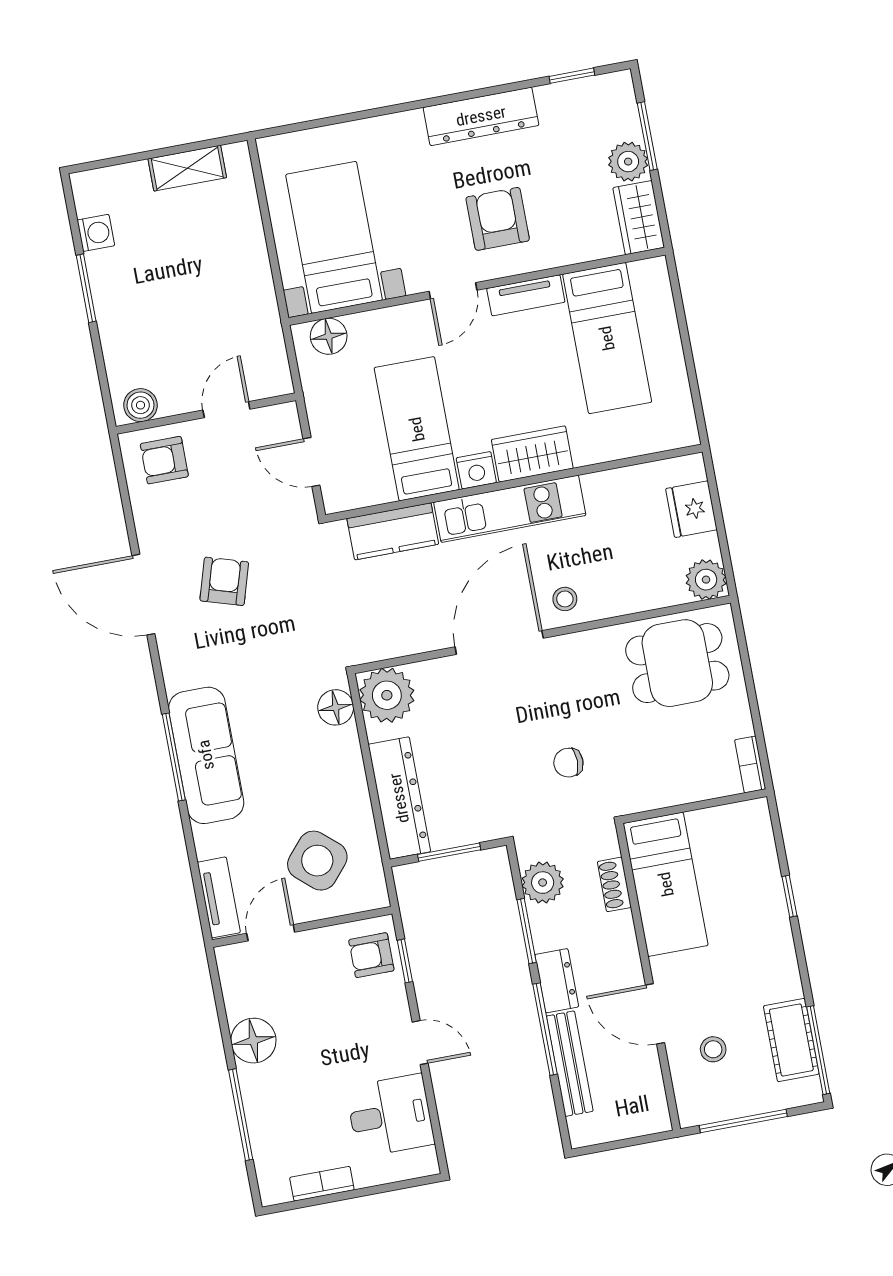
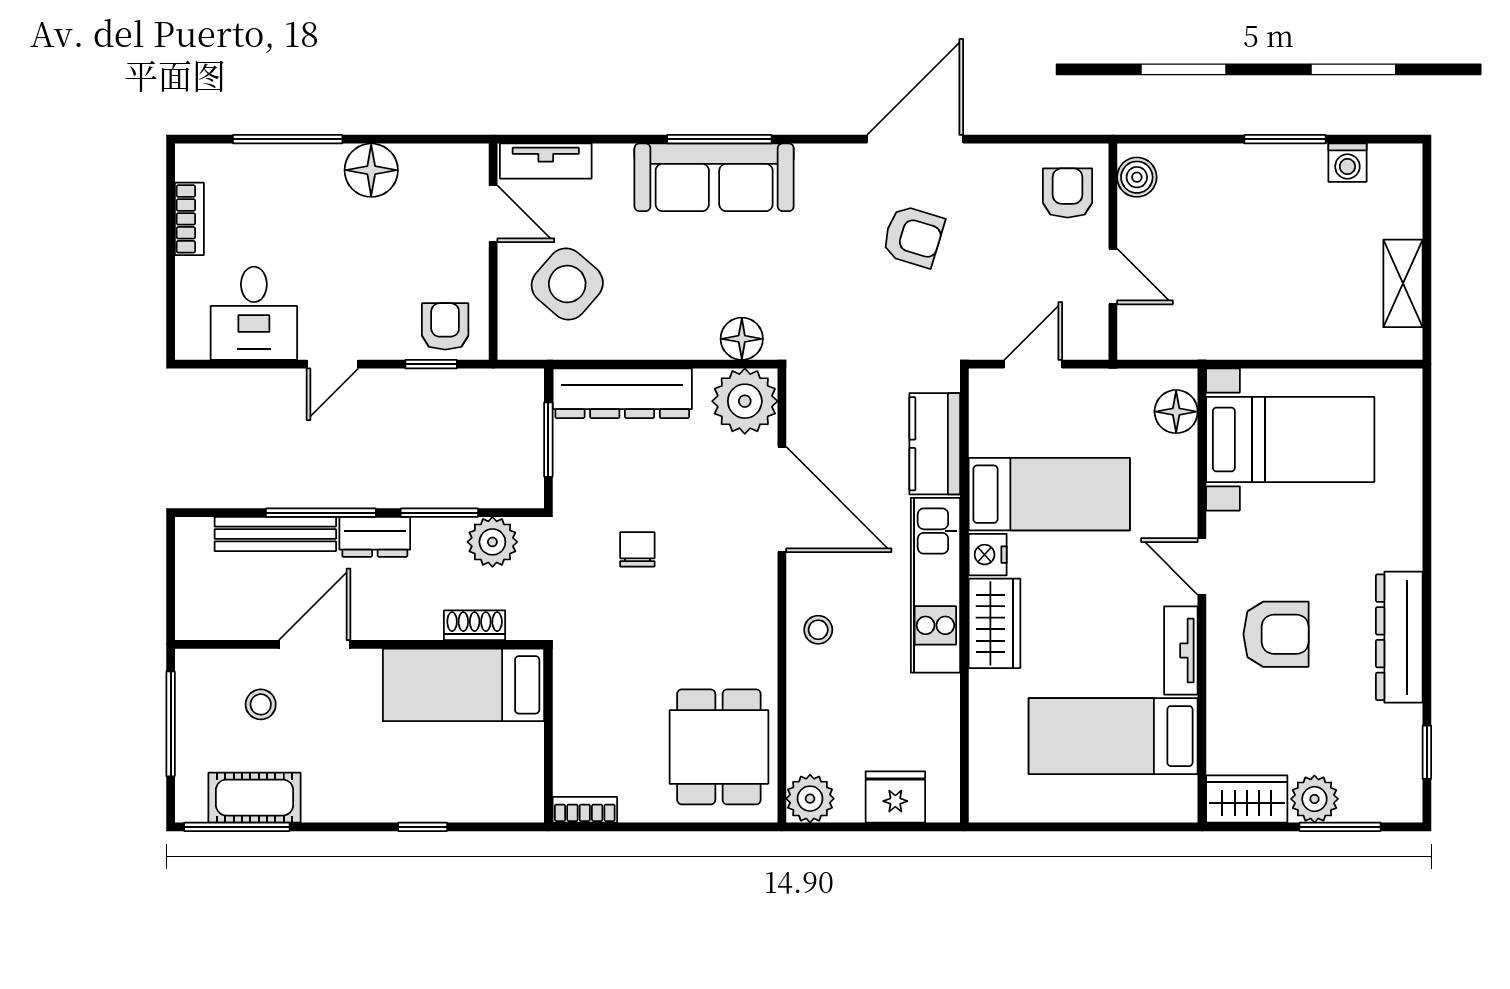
door: (499, 643) -> (782, 499), moved
chair: (568, 763) -> (637, 549), moved

